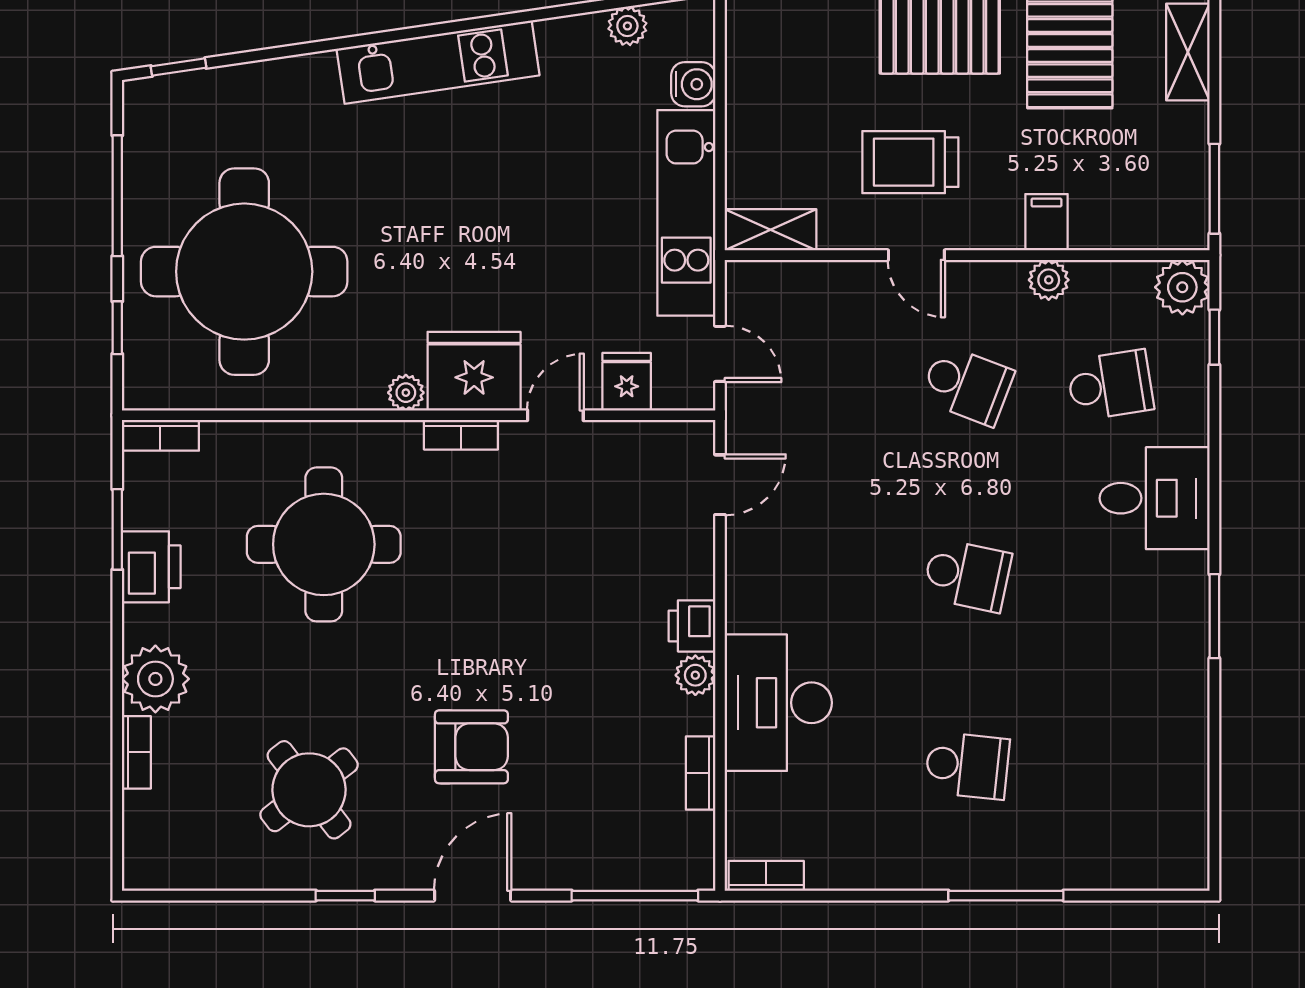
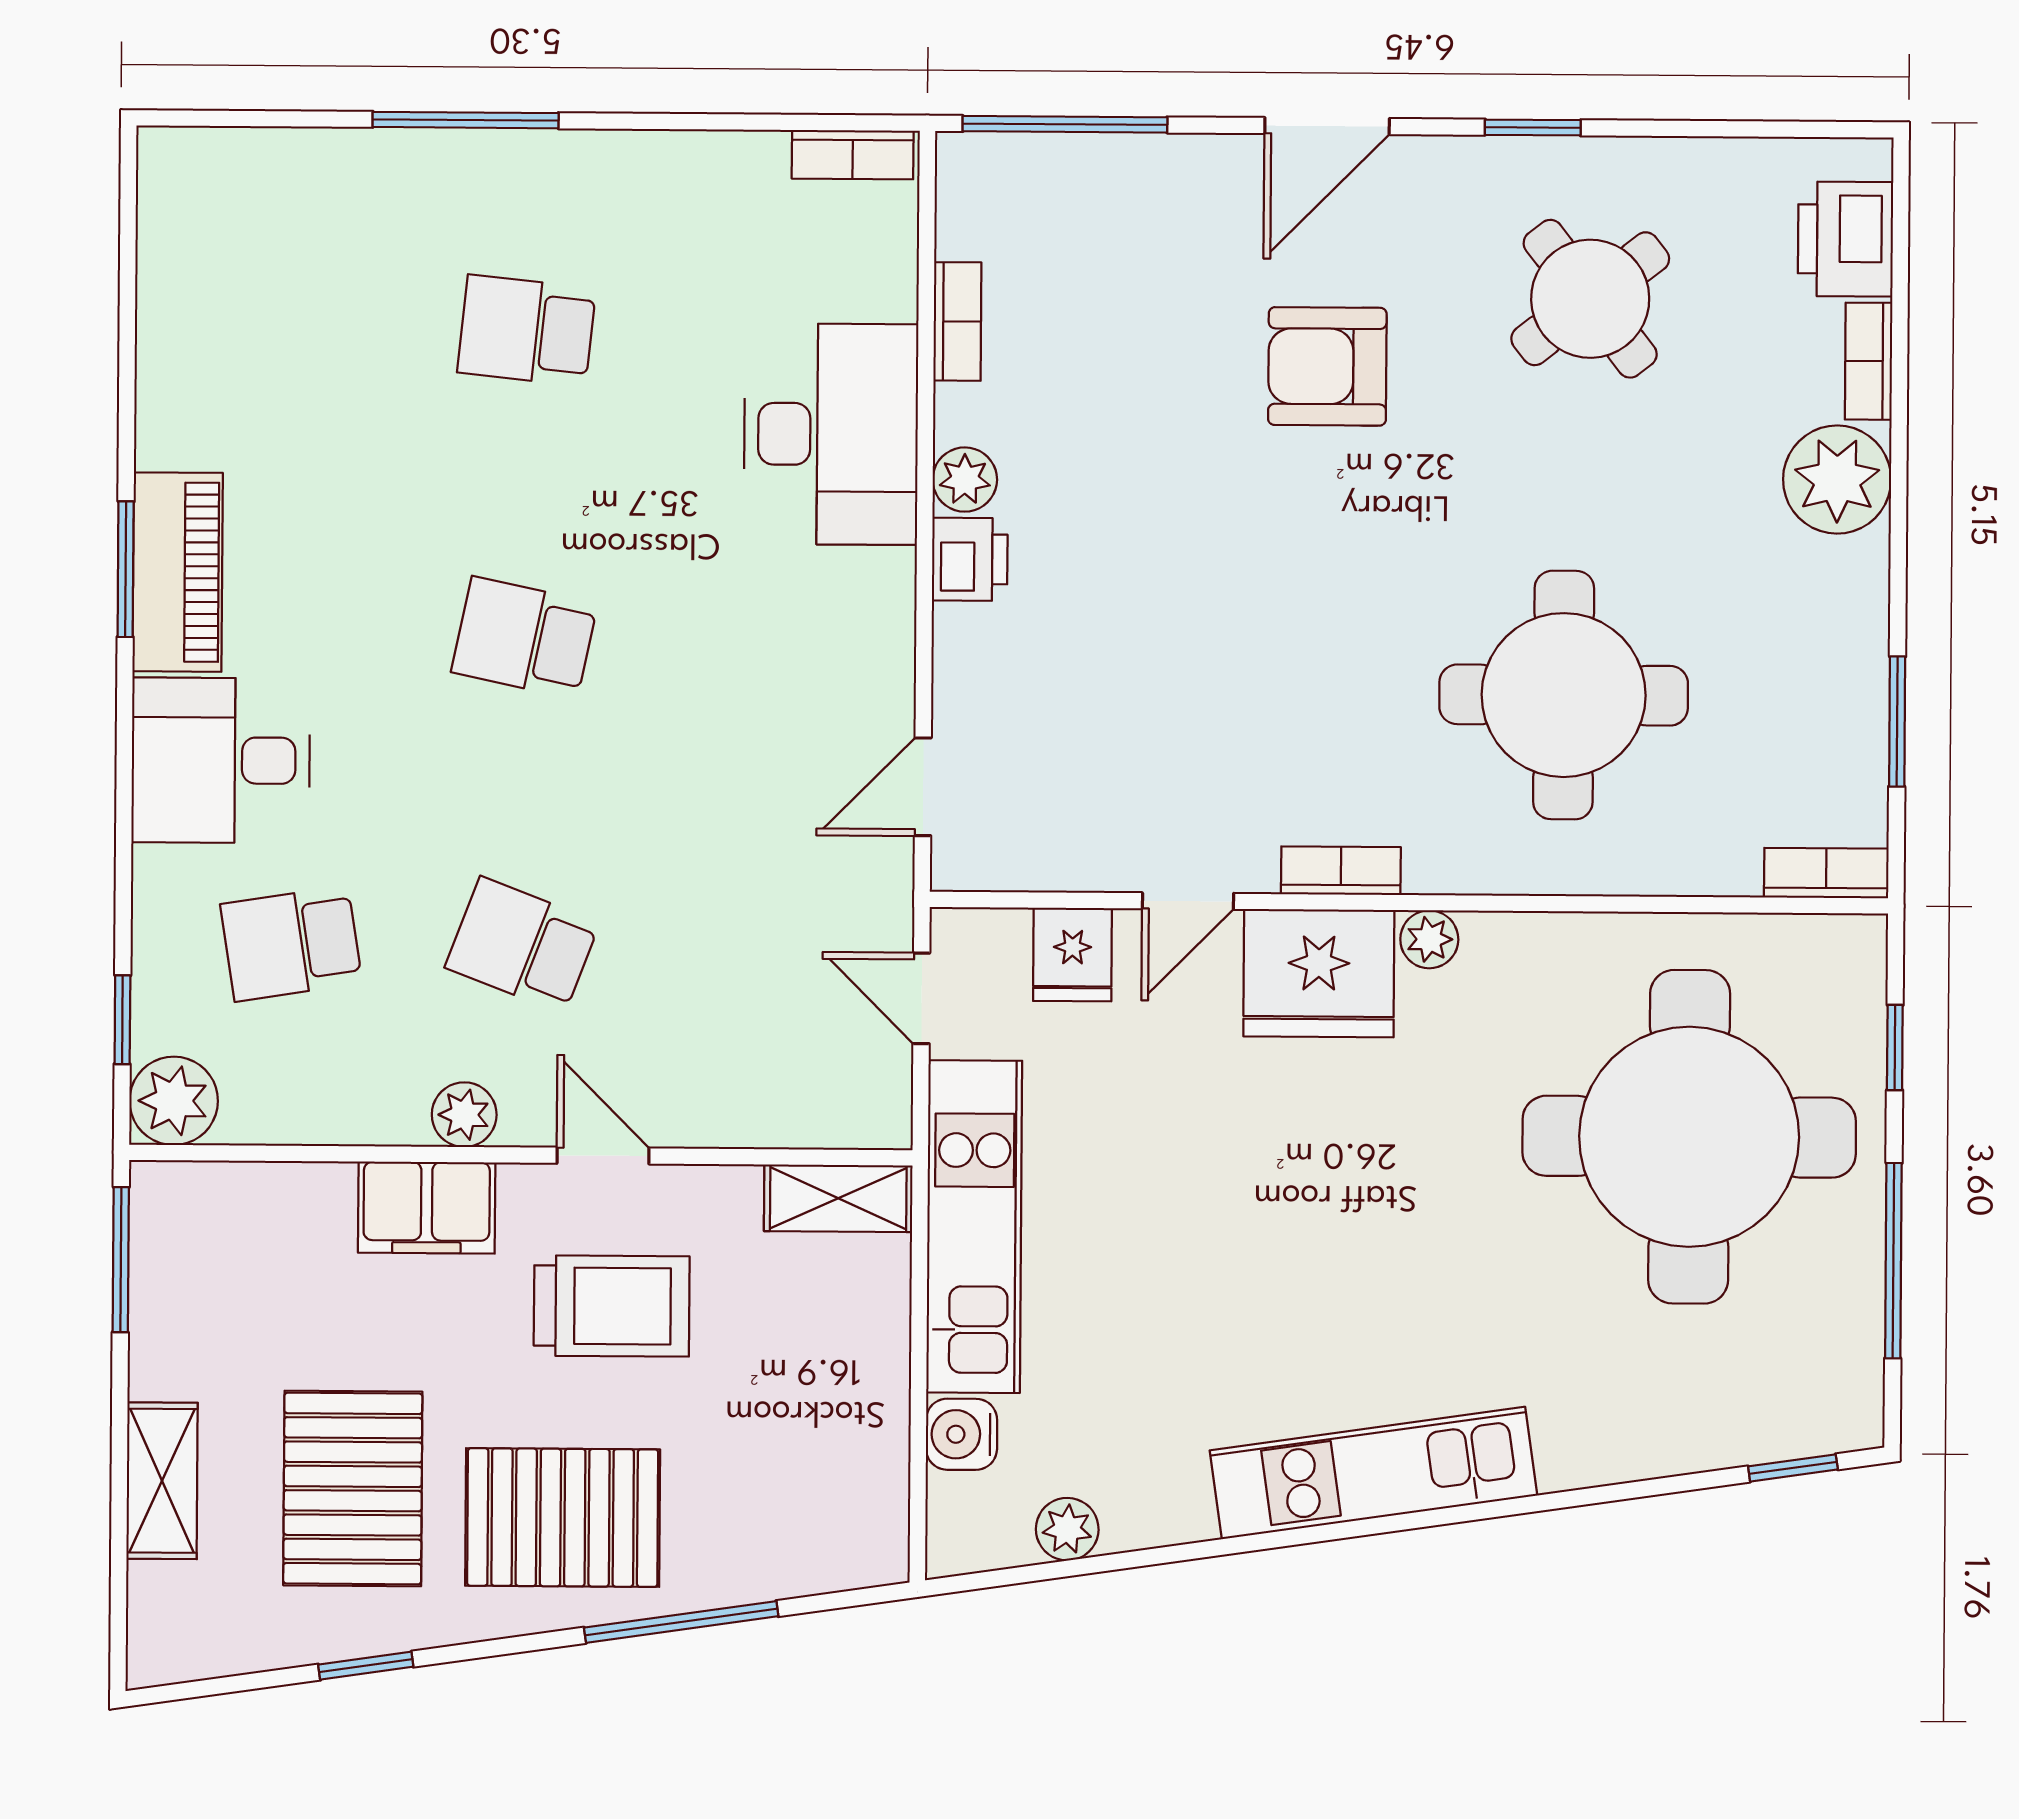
filing cabinet: (1046, 222) -> (427, 1208), width x2.00
plant: (1049, 280) -> (464, 1115), moved
printer: (151, 567) -> (1845, 239), moved
piano: (1182, 615) -> (178, 572), added

